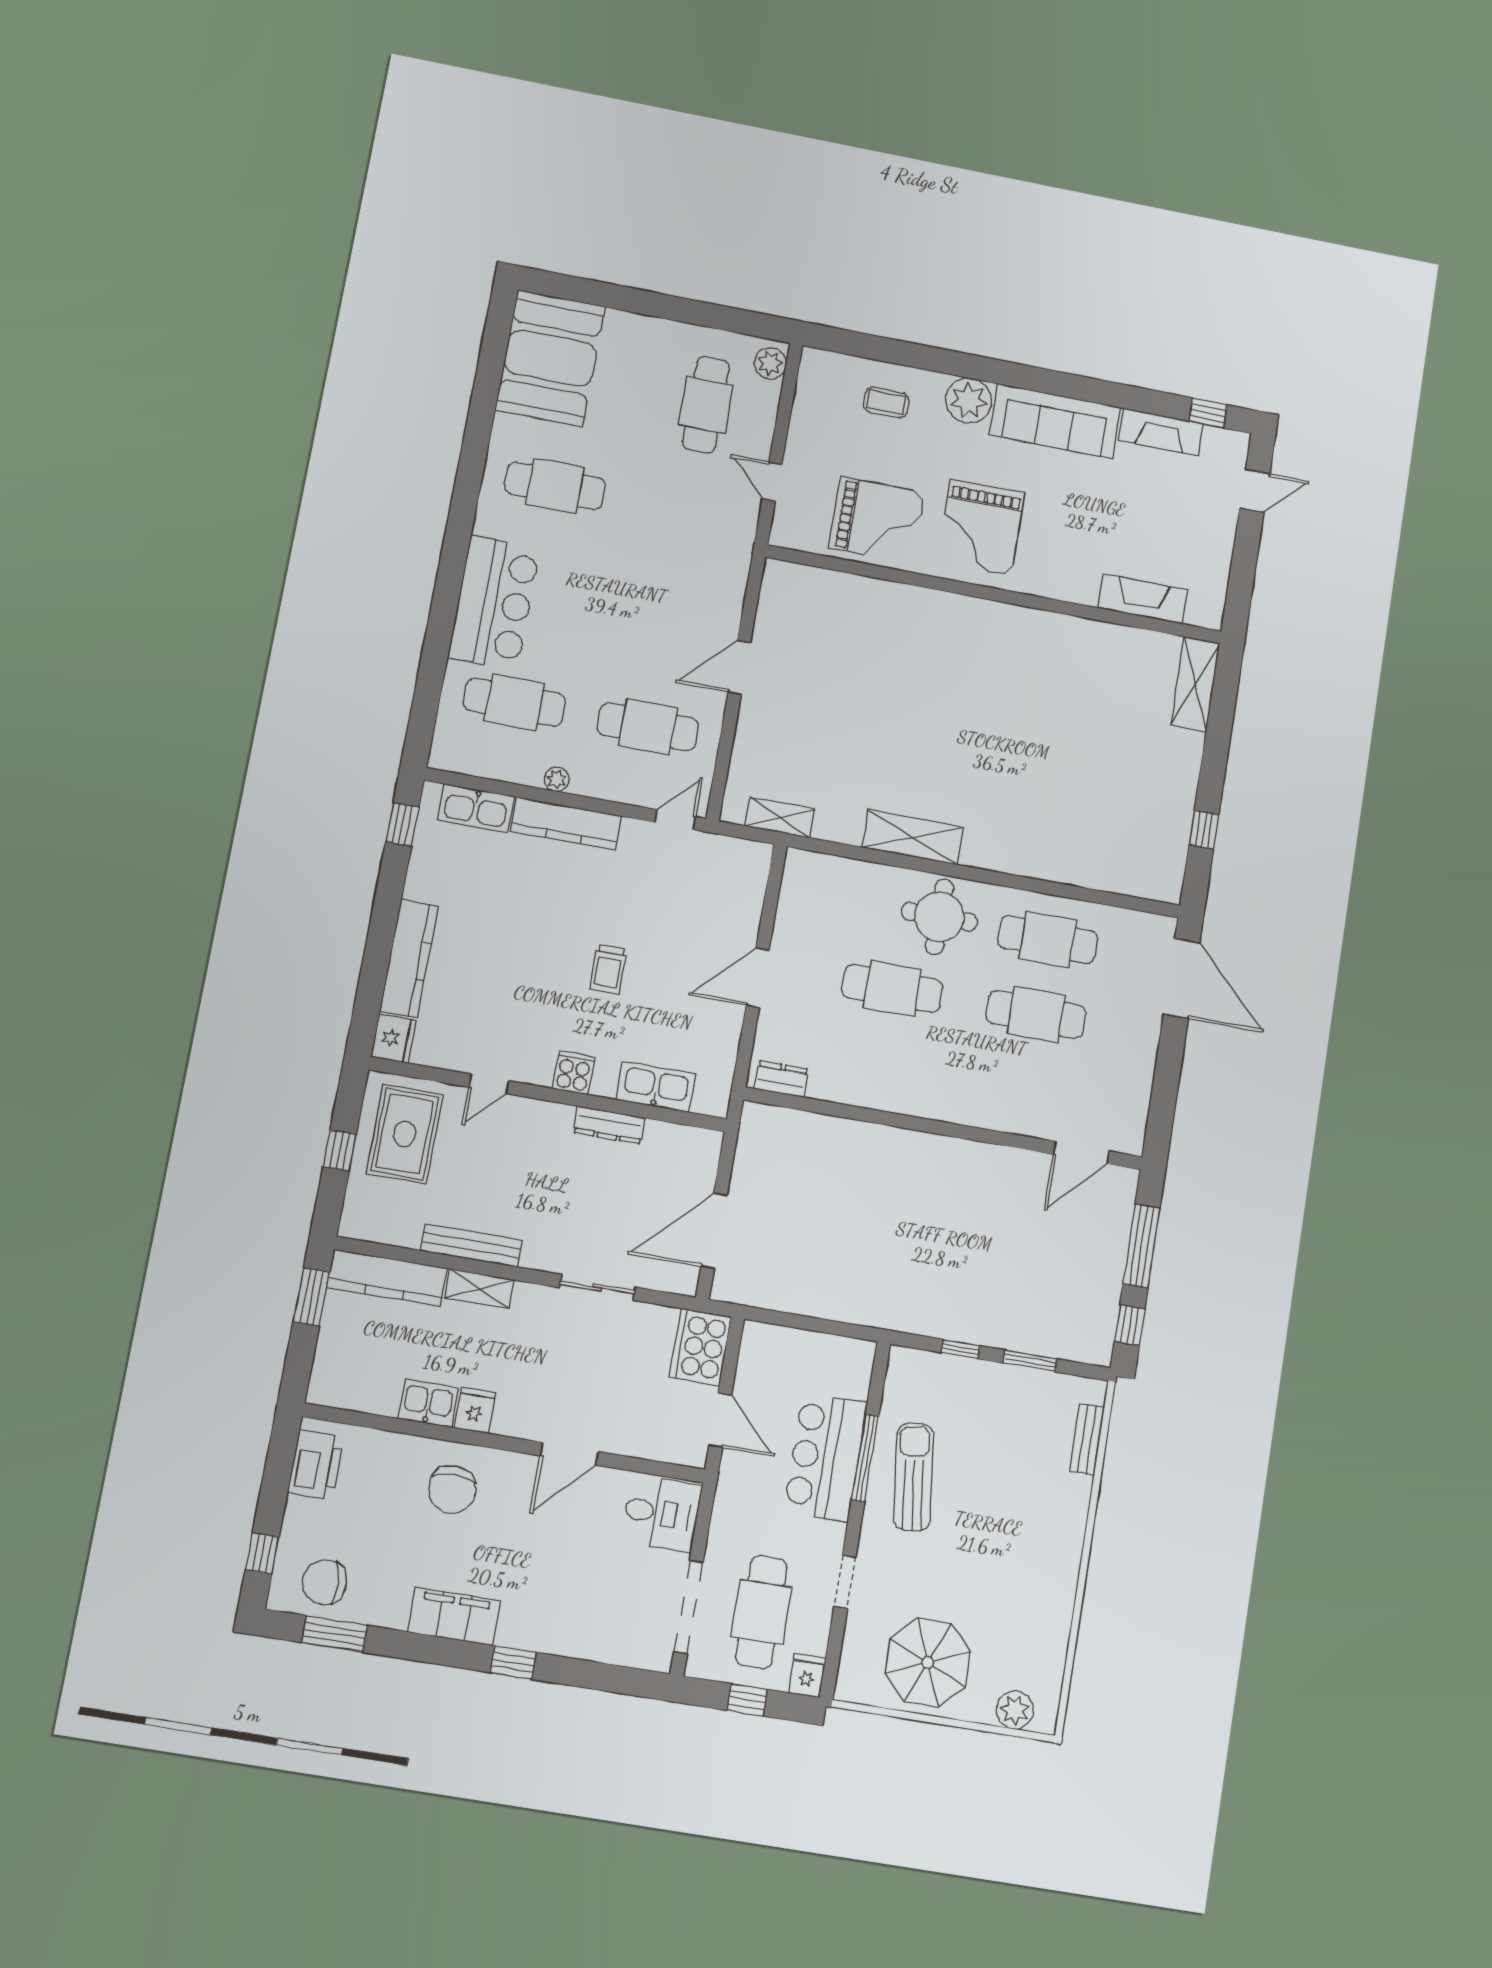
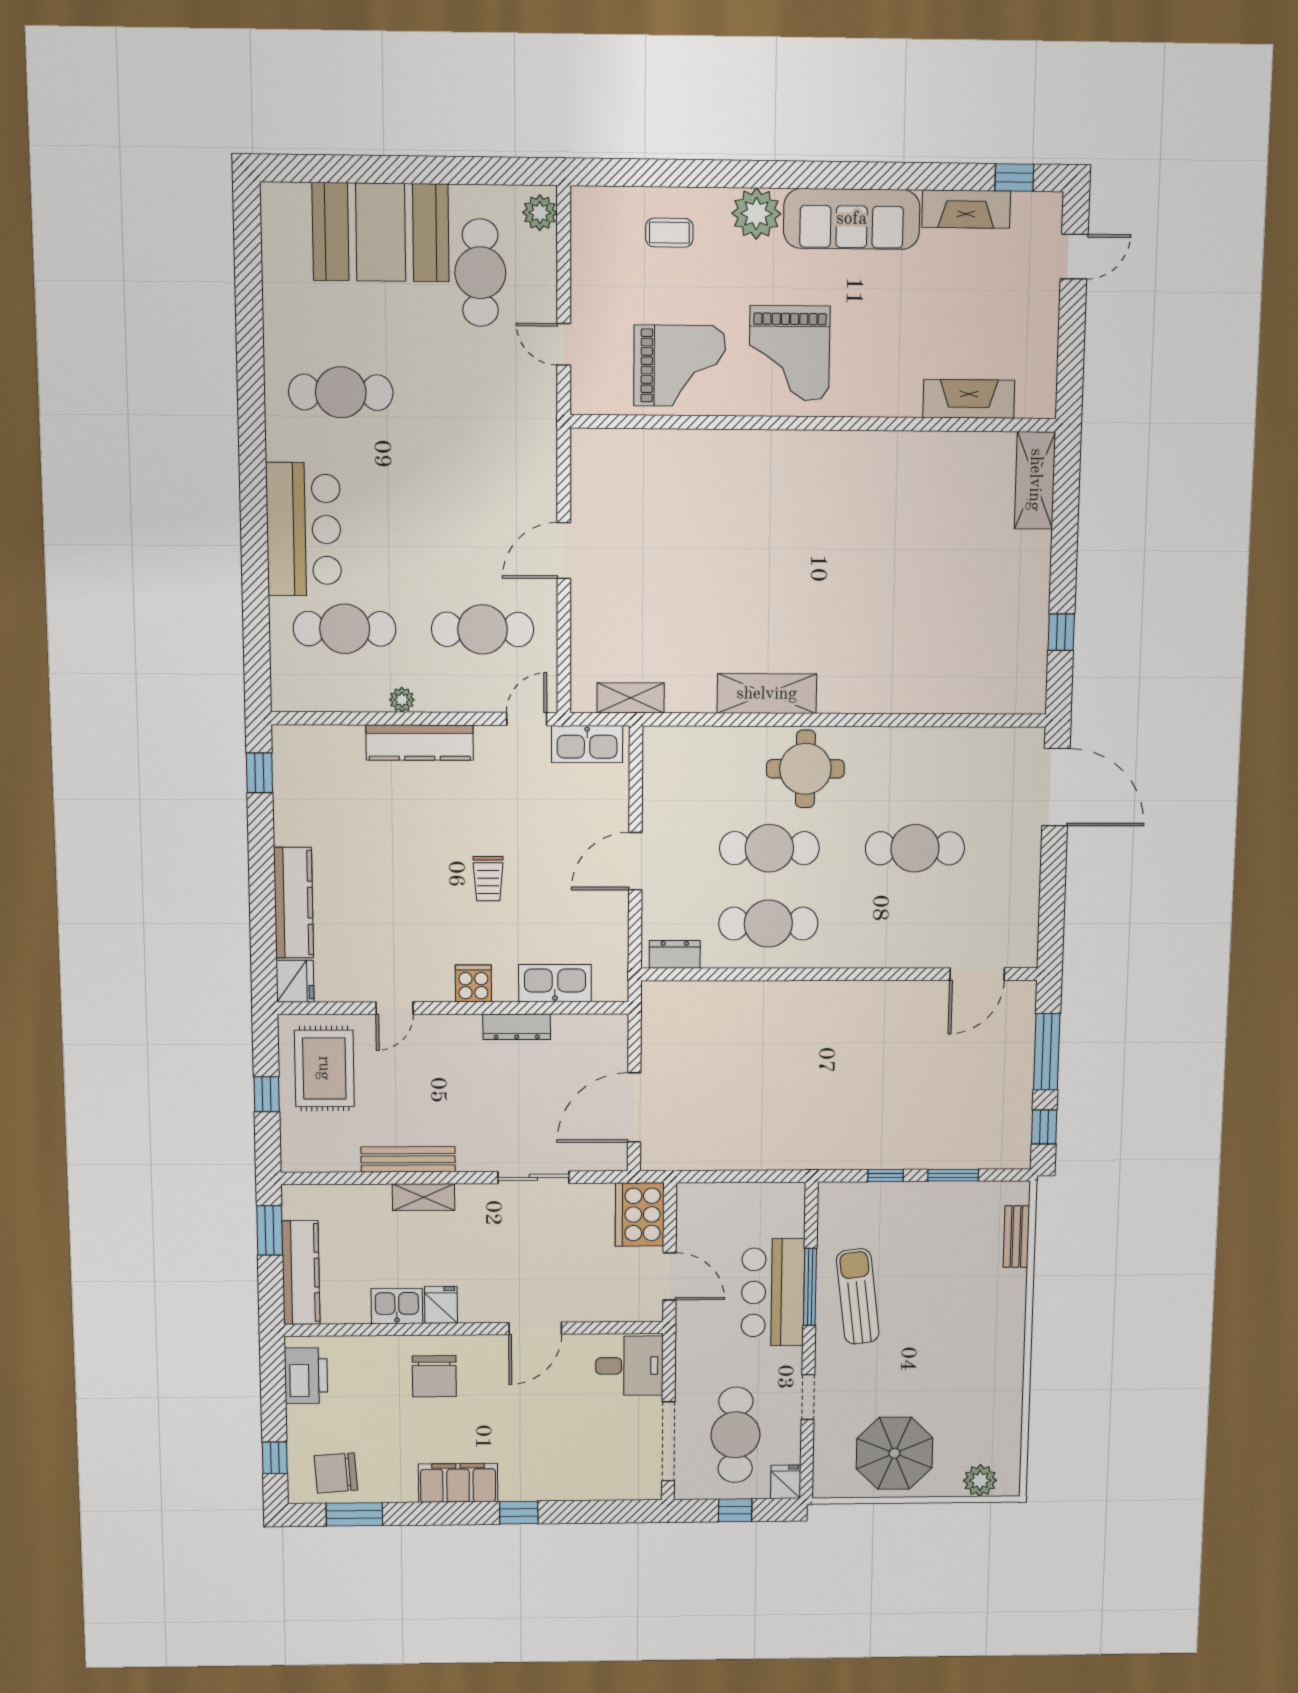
booth: (550, 358) -> (381, 232), moved, turned 90
kitchen sink: (476, 808) -> (587, 744), moved
cafe table: (1048, 940) -> (768, 924), moved
kitchen counter: (387, 1278) -> (301, 1273), moved, turned -90

